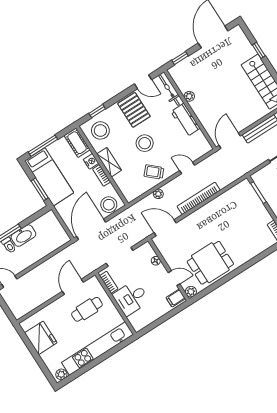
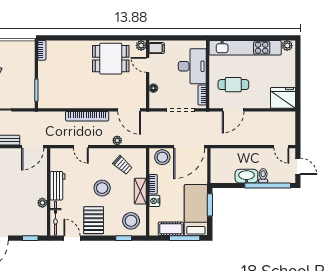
cot: (77, 143) -> (171, 229), moved, turned 90
trolley: (154, 172) -> (123, 165), moved
desk: (131, 298) -> (192, 66), width x1.37
fridge: (41, 338) -> (283, 98), moved, turned 90

